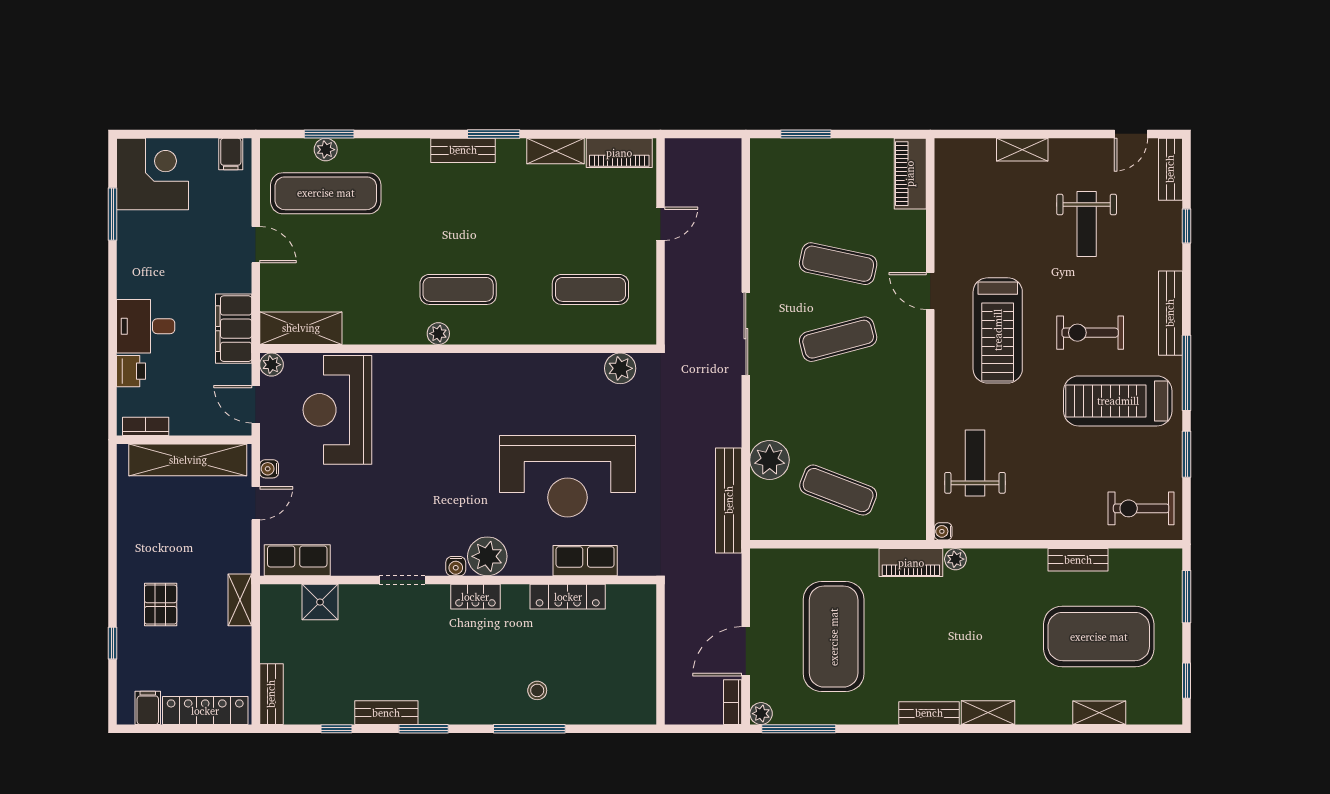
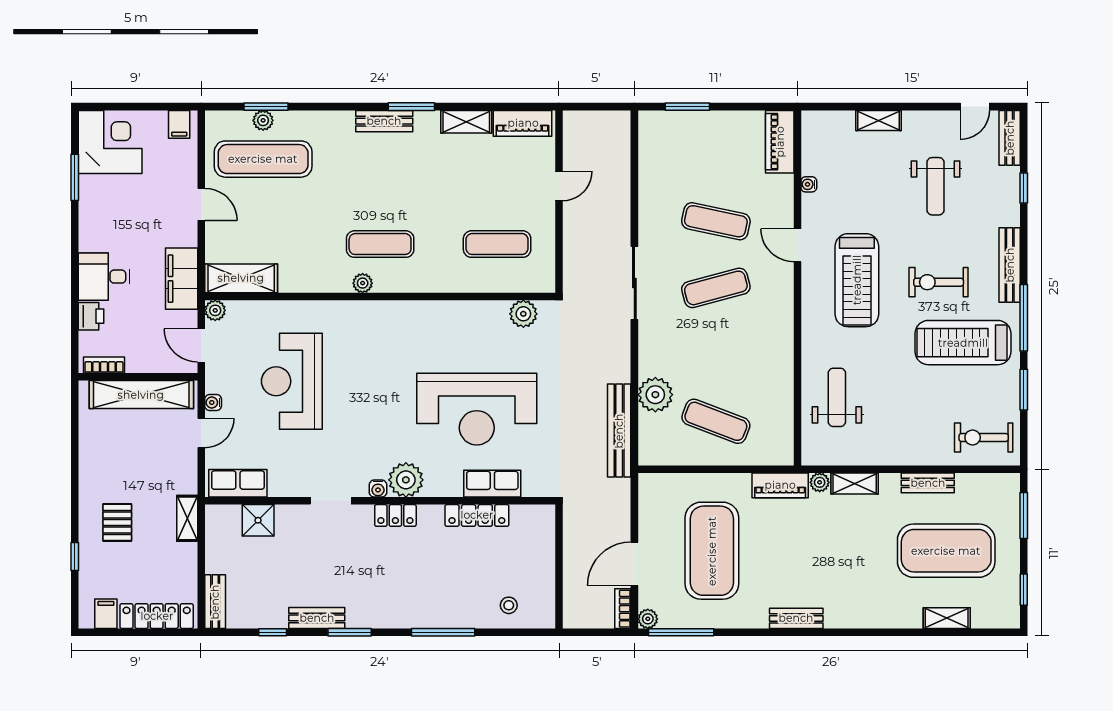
reception desk: (337, 410) -> (292, 381), moved
water cooler: (943, 531) -> (809, 184), moved
stool: (537, 690) -> (509, 605), moved
shelving: (988, 713) -> (855, 483), moved

